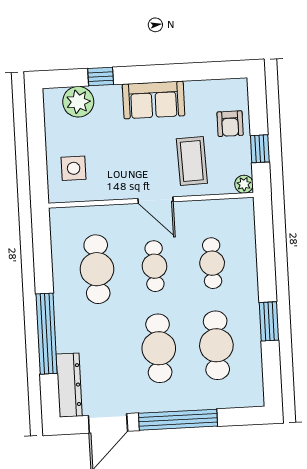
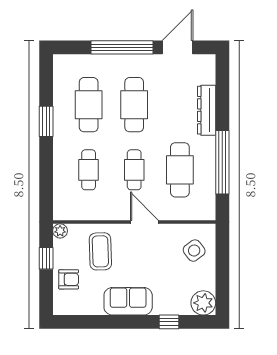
plant: (78, 102) -> (203, 303), moved
armchair: (230, 124) -> (69, 279), turned 90
side table: (74, 168) -> (194, 251), turned -37
door: (156, 200) -> (144, 222), moved
window: (47, 334) -> (222, 162), moved
dresser: (69, 385) -> (207, 110), moved

